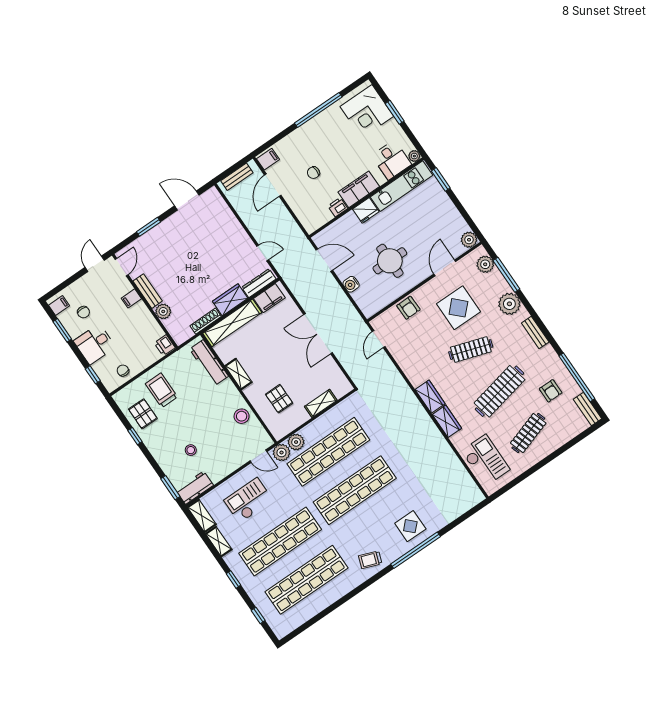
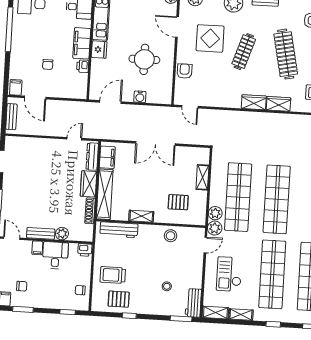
armchair: (408, 308) -> (185, 71), turned -89
desk: (95, 344) -> (55, 255), moved, turned 180

